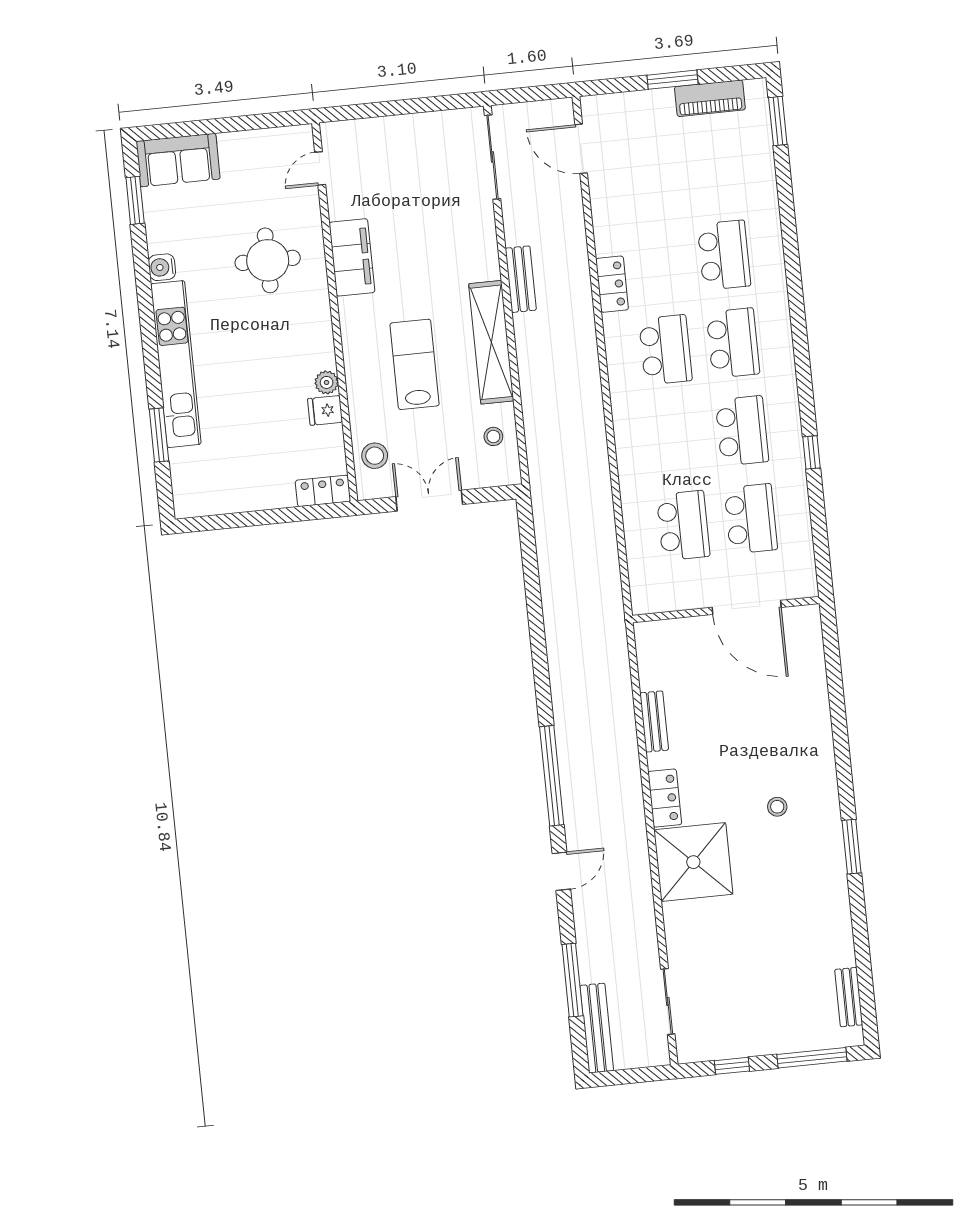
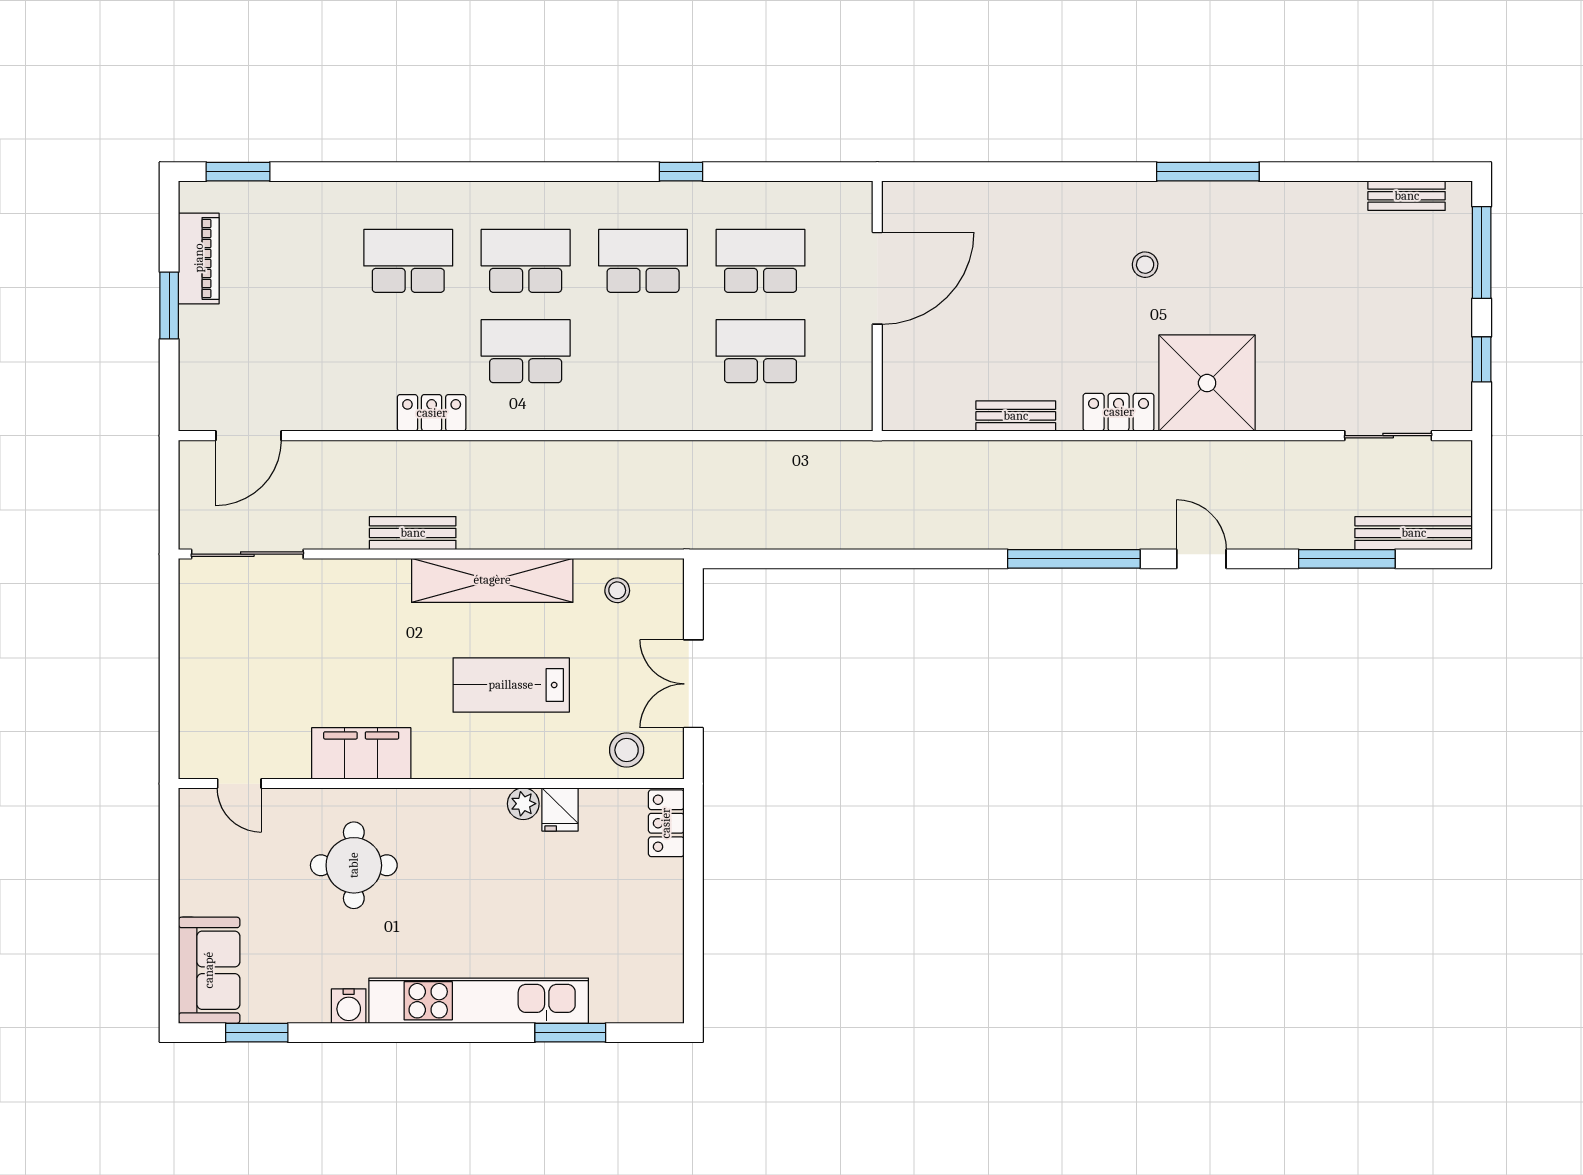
window: (852, 847) -> (1208, 172), width x1.44

